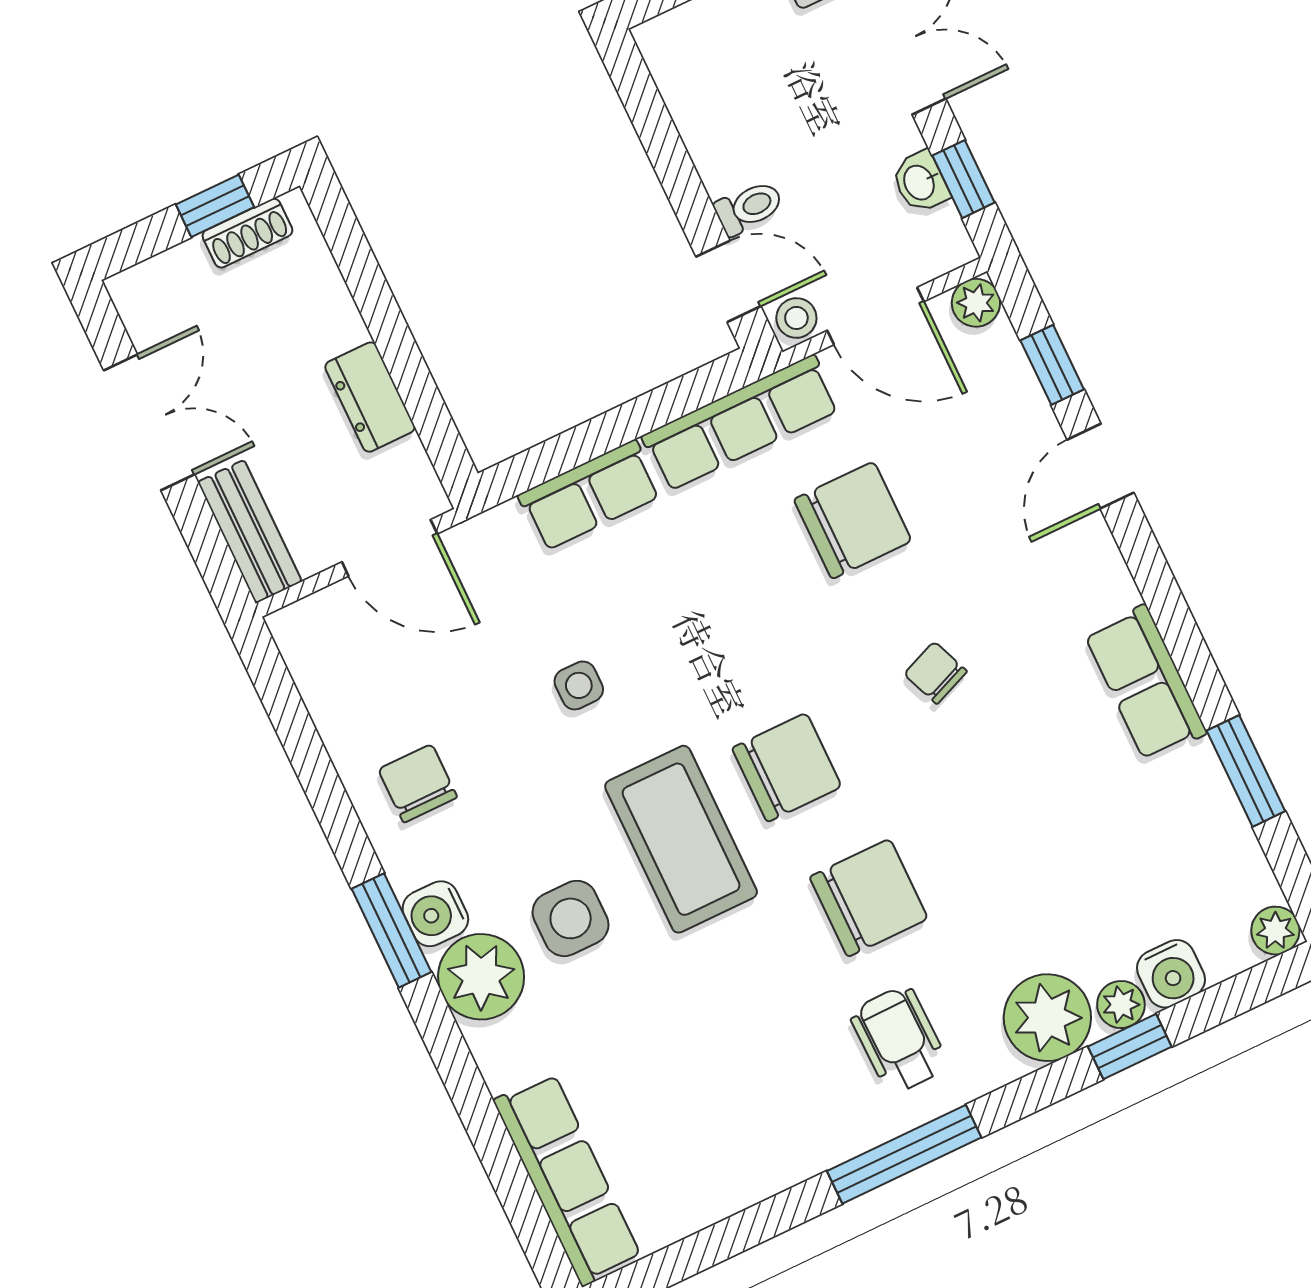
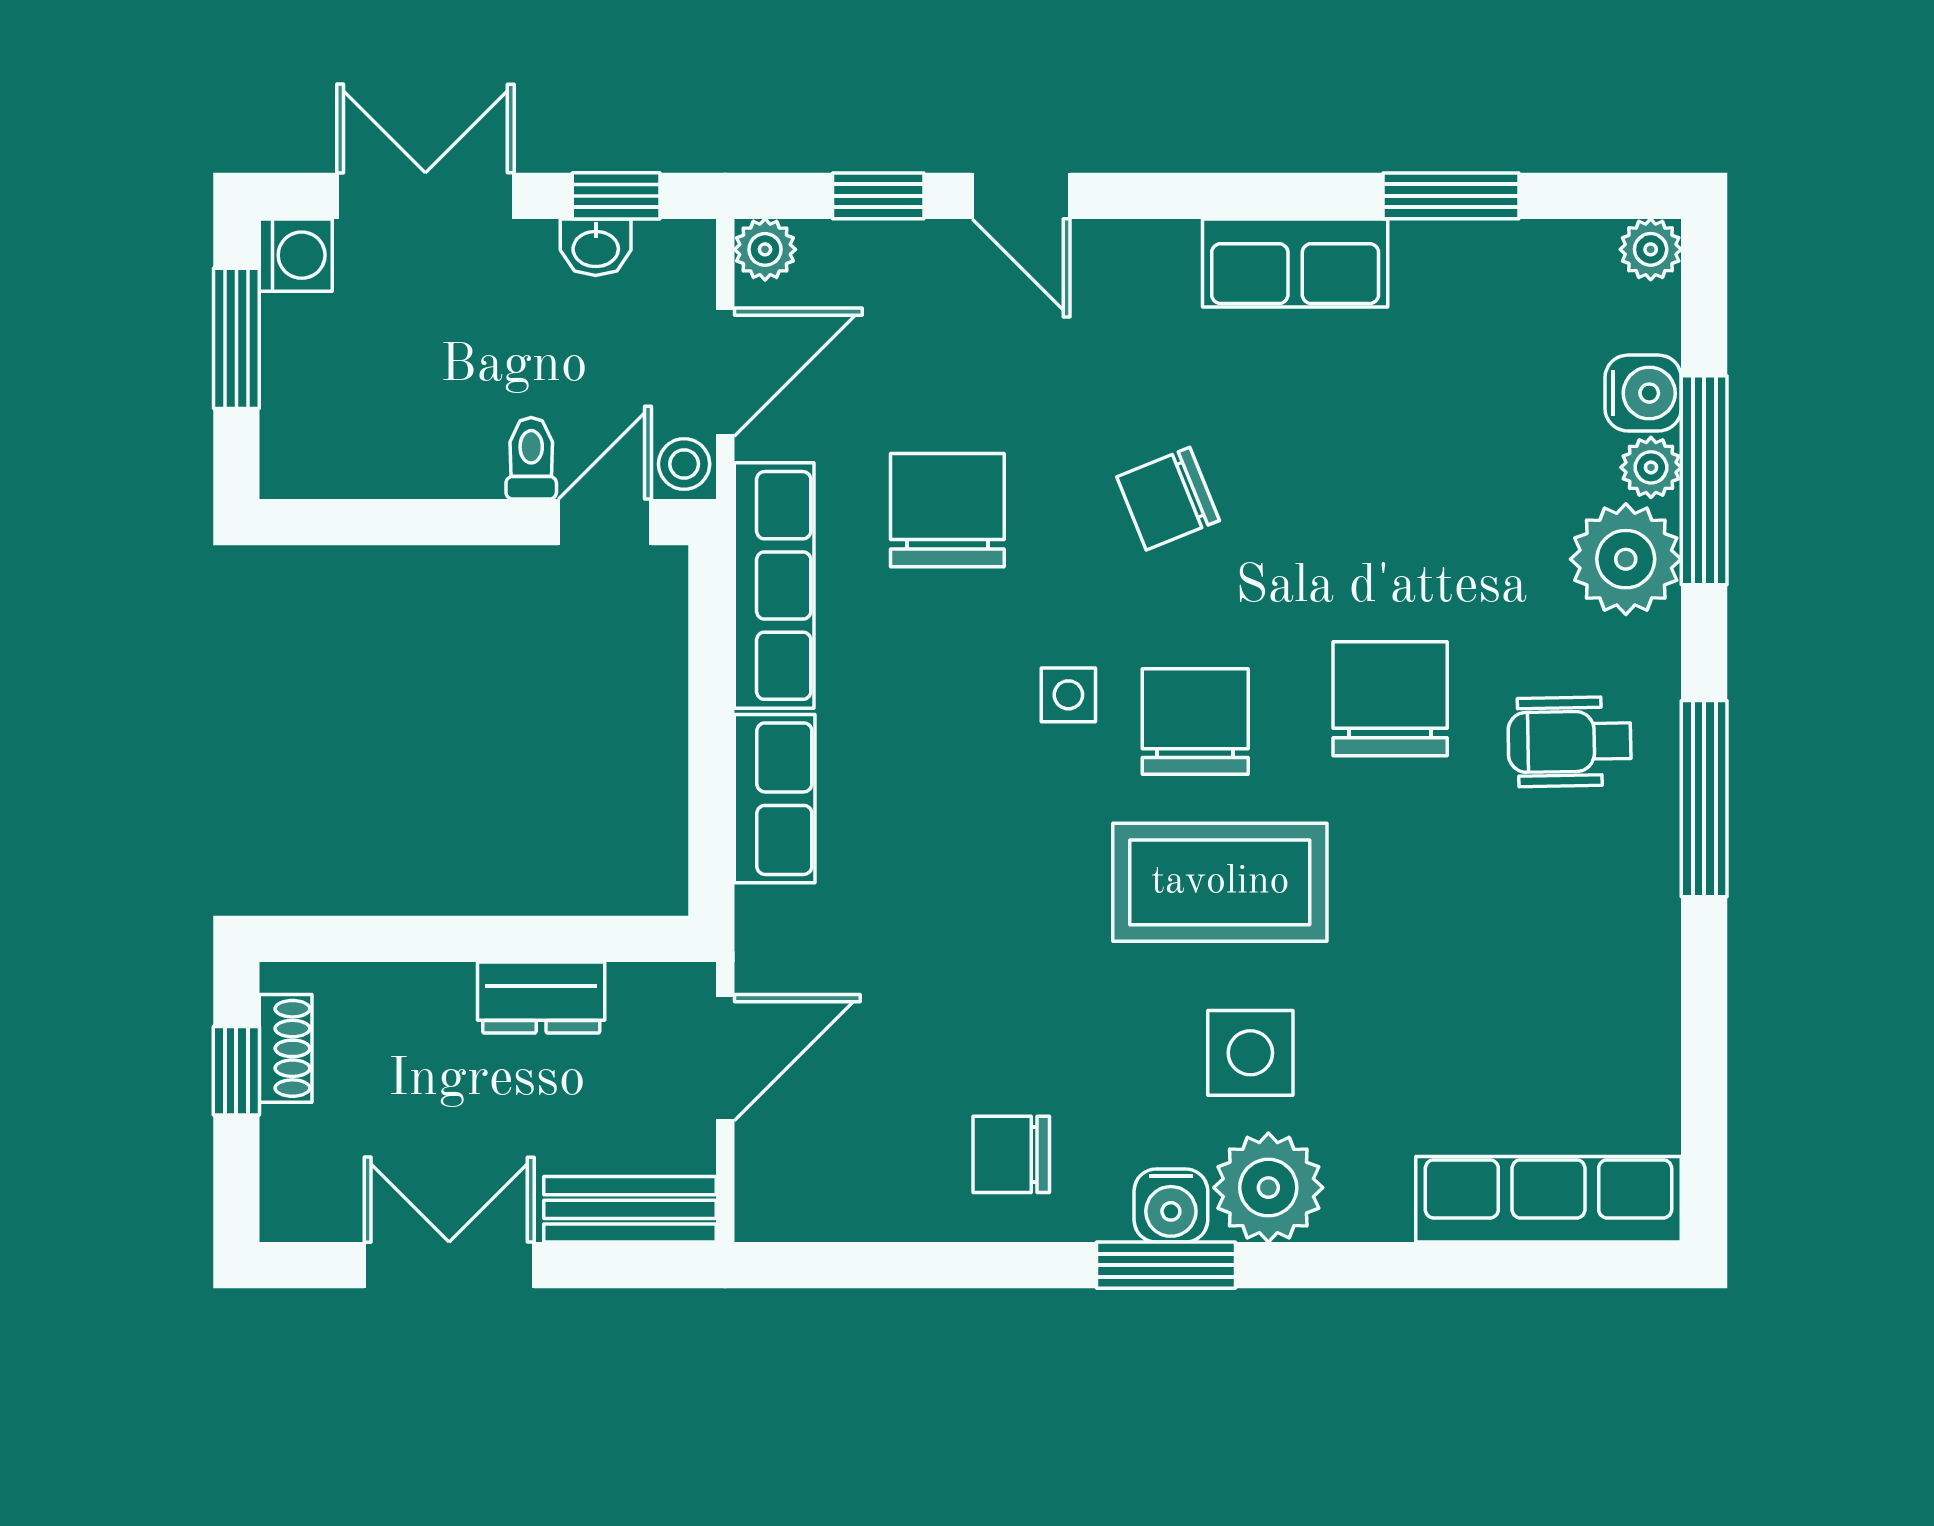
chair: (936, 673) -> (1168, 499), width x1.37, depth x1.37
side table: (579, 685) -> (1068, 695), moved
window: (1130, 1047) -> (1704, 480), width x2.17

